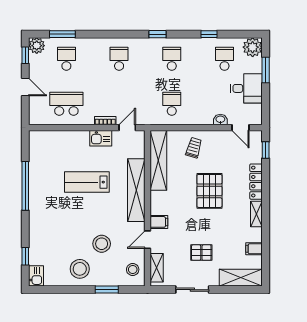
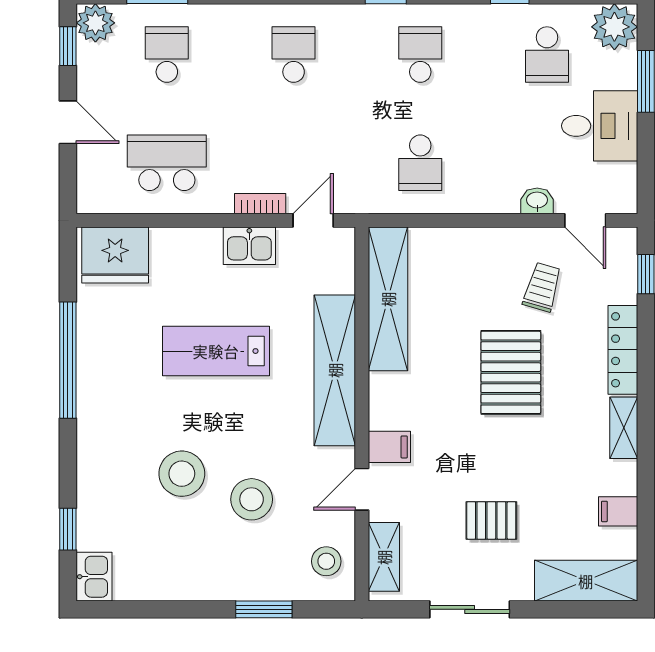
school desk: (225, 59) -> (547, 55), turned 180
school desk: (172, 104) -> (420, 163), turned 180
fridge: (45, 142) -> (115, 255), added
trolley: (194, 148) -> (542, 287), moved
stool: (80, 269) -> (182, 474), moved

